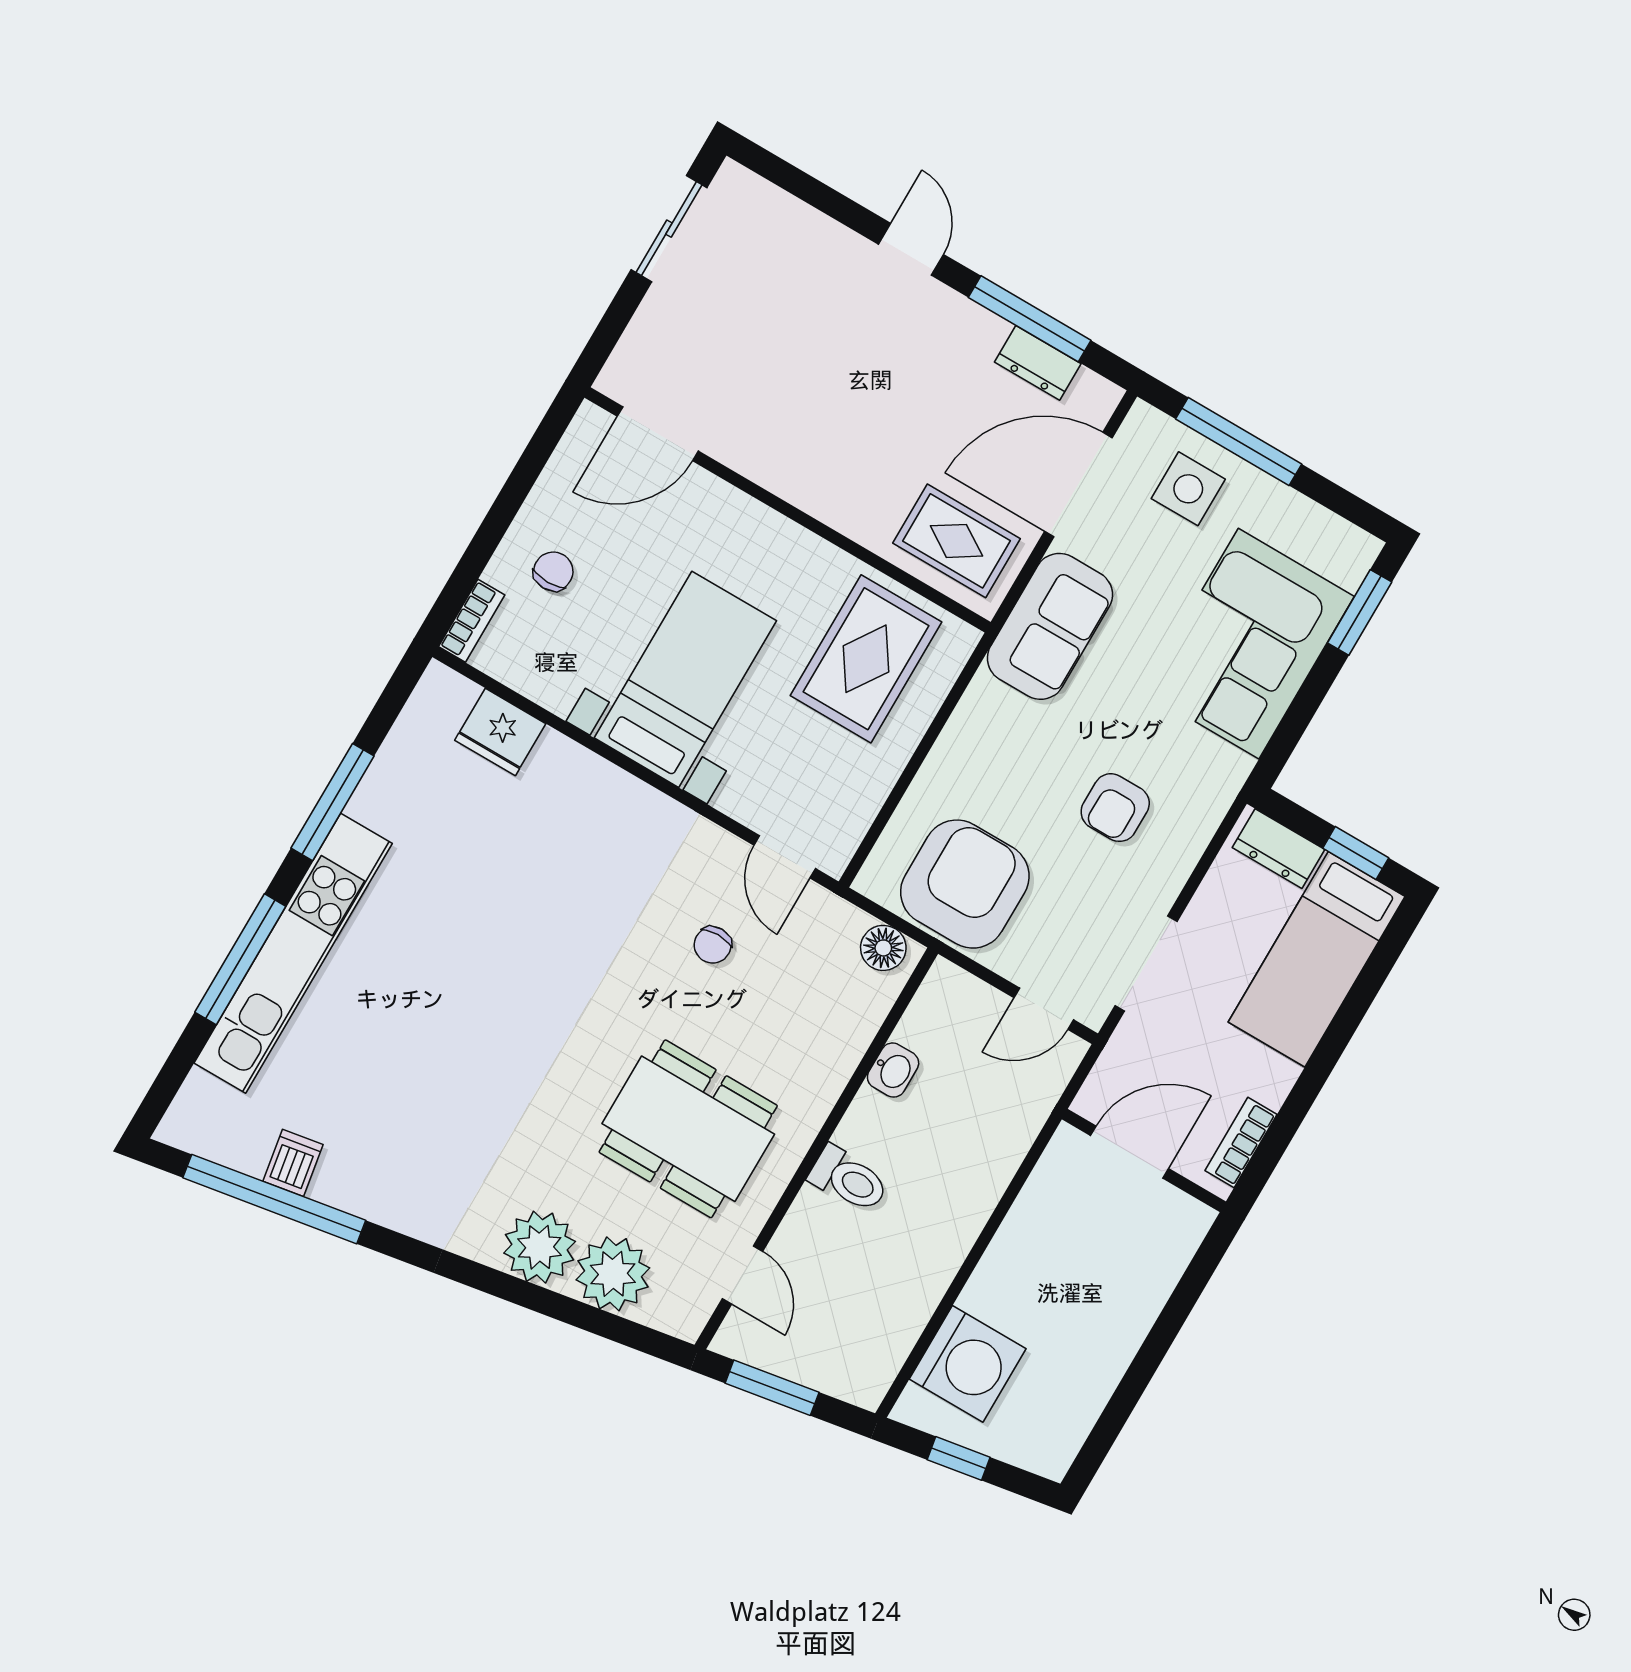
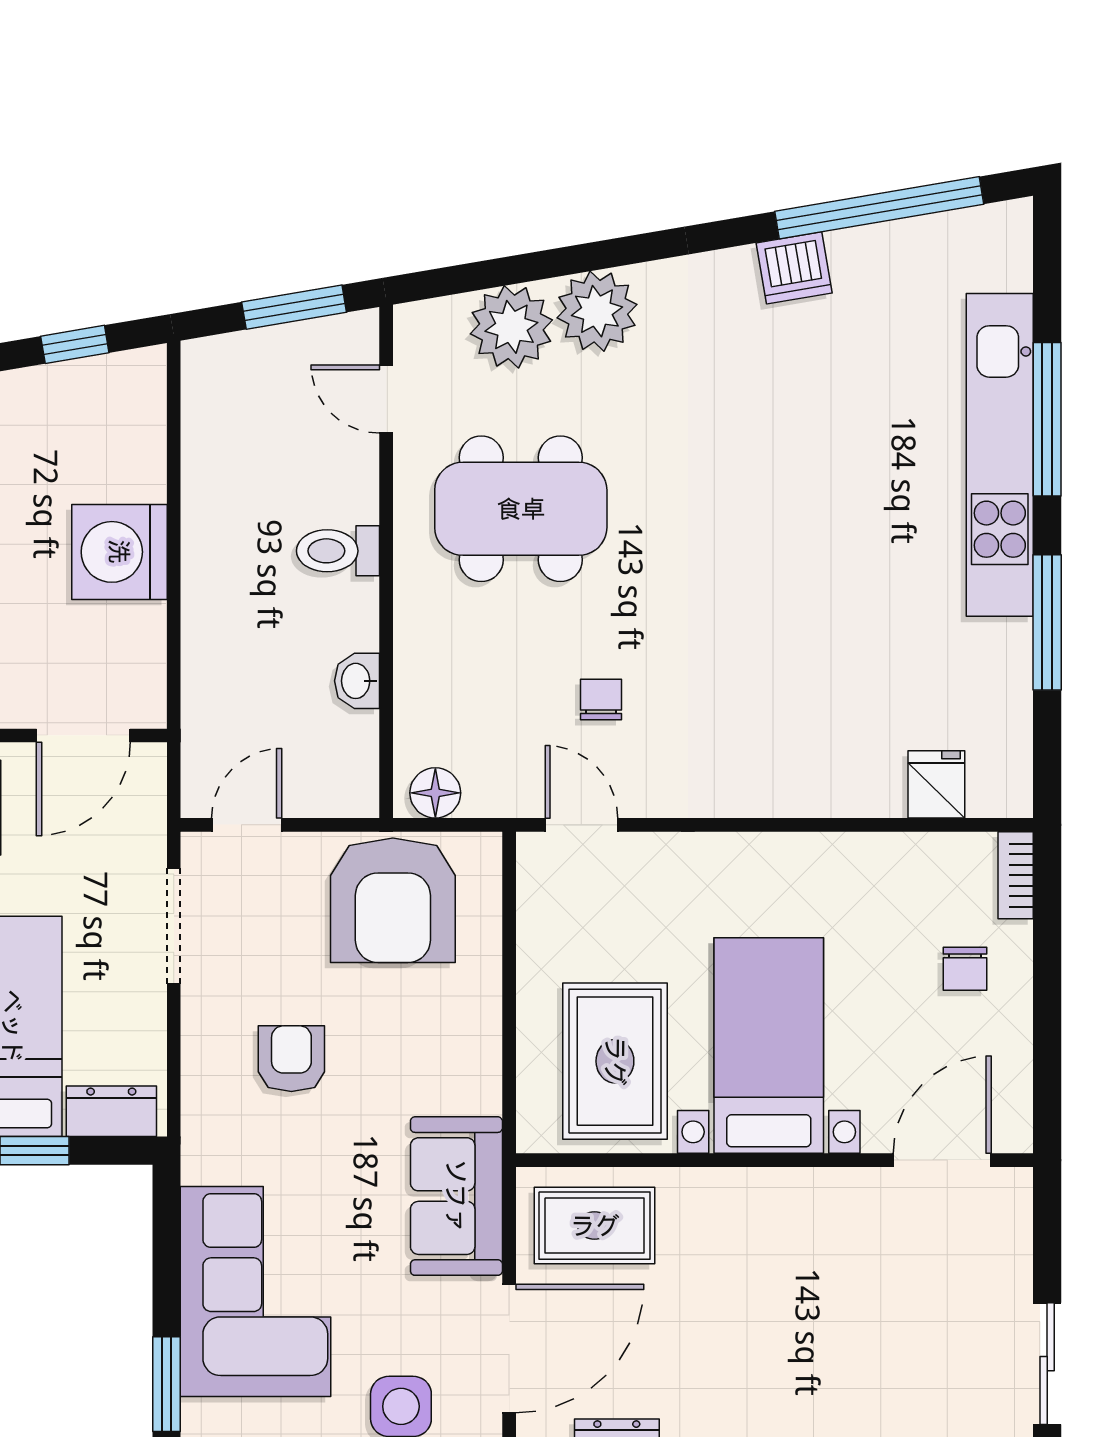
bed with nightstands: (685, 679) -> (769, 1046), moved, turned 180
fridge: (500, 732) -> (936, 784), width x0.72
dishwasher: (293, 1163) -> (794, 268), moved, width x1.38
washing machine: (968, 1364) -> (119, 552), moved

